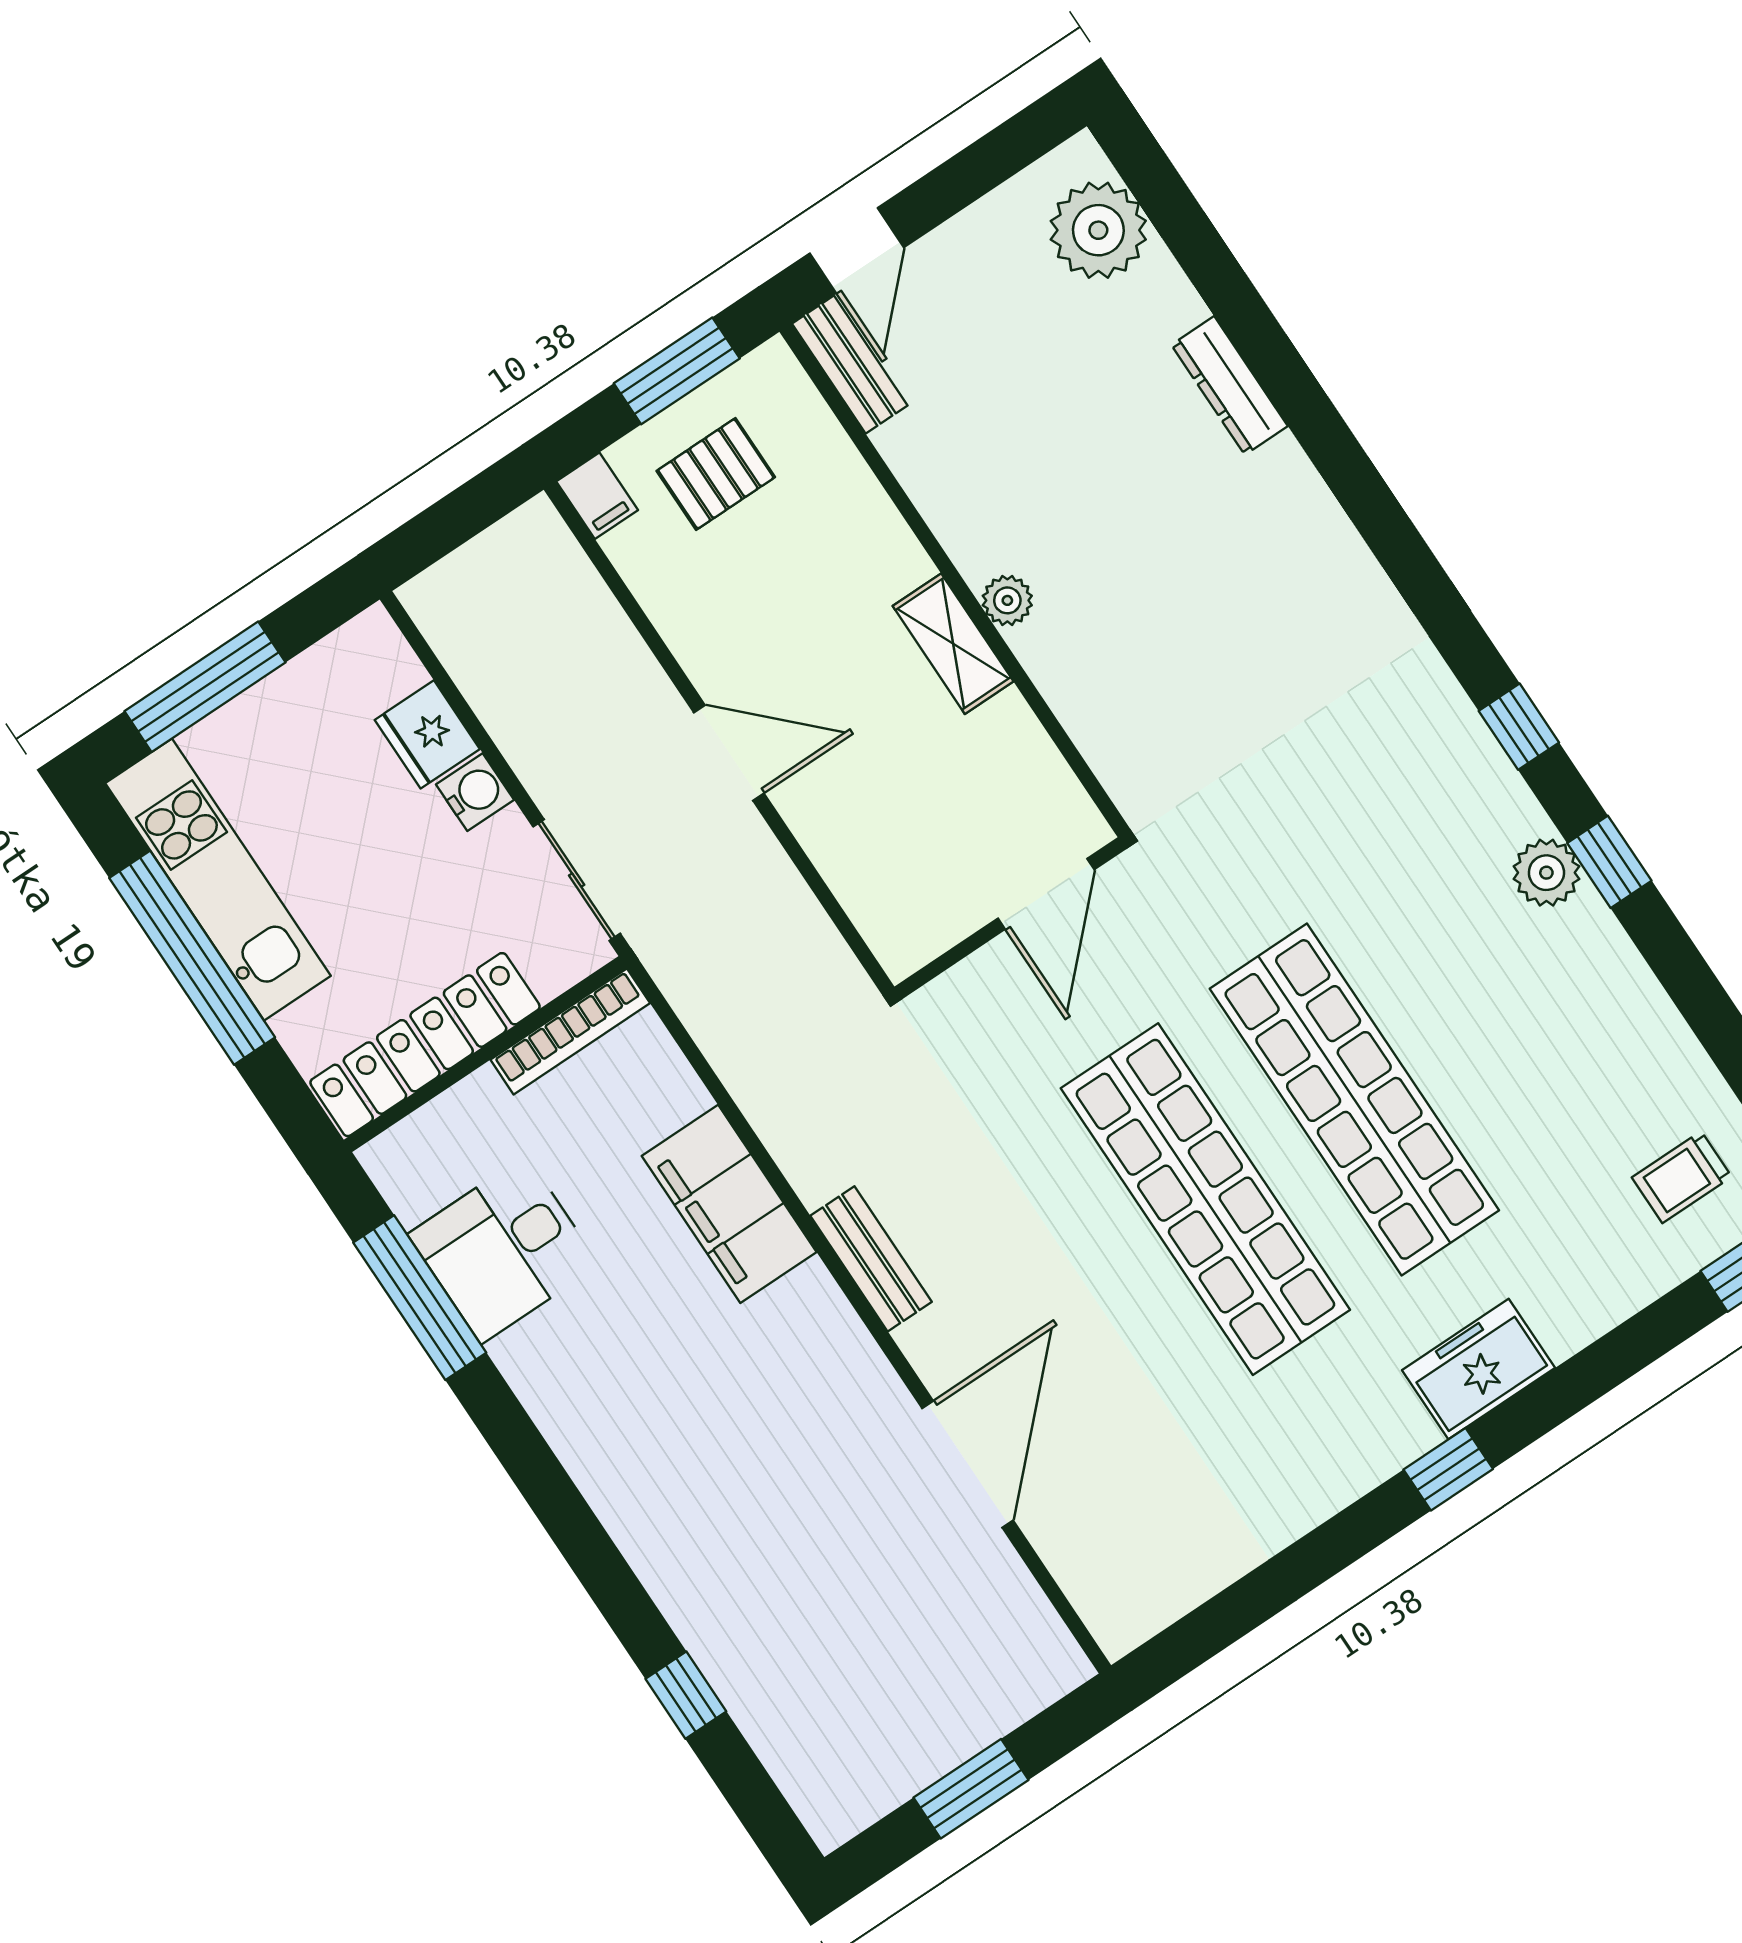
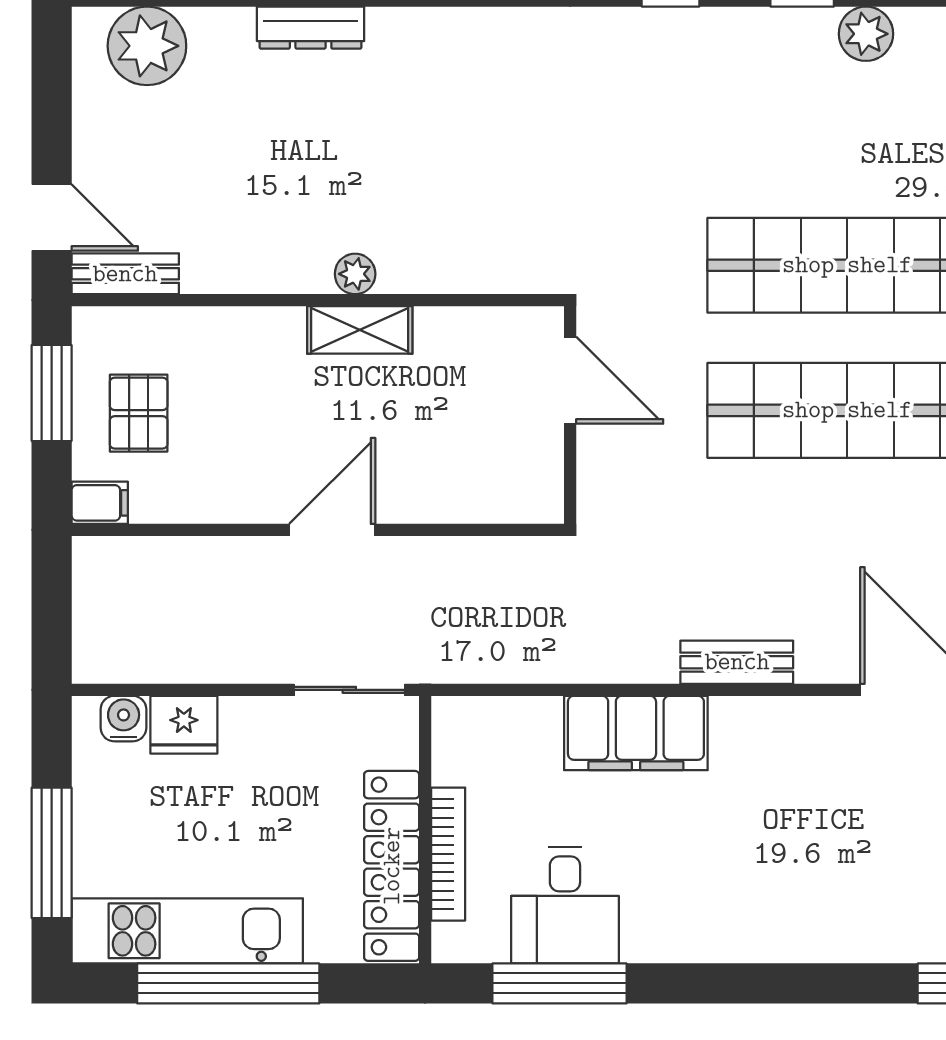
water cooler: (475, 792) -> (124, 719), moved
plant: (1546, 873) -> (866, 34), moved
bookcase: (570, 1031) -> (448, 854), moved

